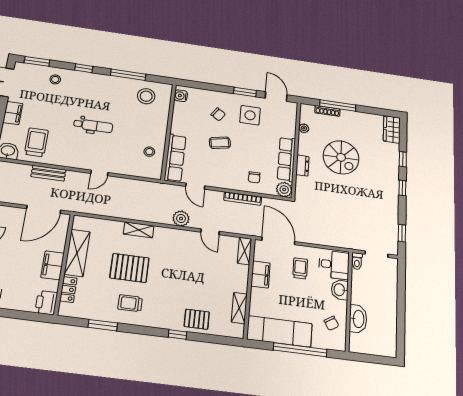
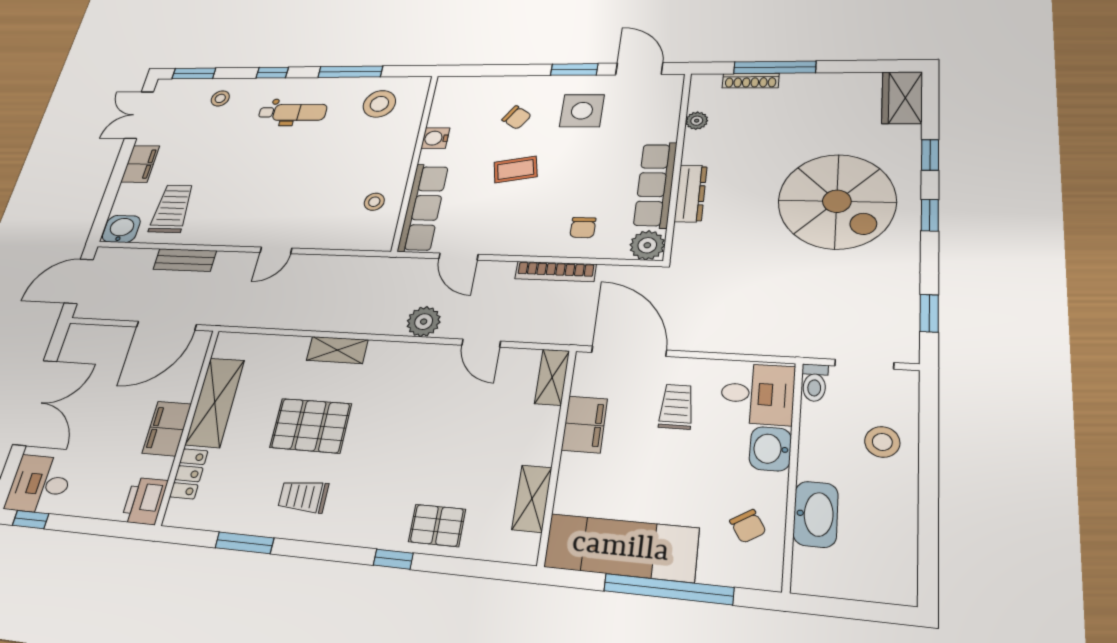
water cooler: (181, 96) -> (435, 138), moved
dental chair: (93, 126) -> (292, 112), moved
spiral stairs: (341, 157) -> (837, 201), moved, width x1.37, depth x1.37
dresser: (302, 166) -> (691, 193), width x1.44
stool: (384, 289) -> (882, 442), added

